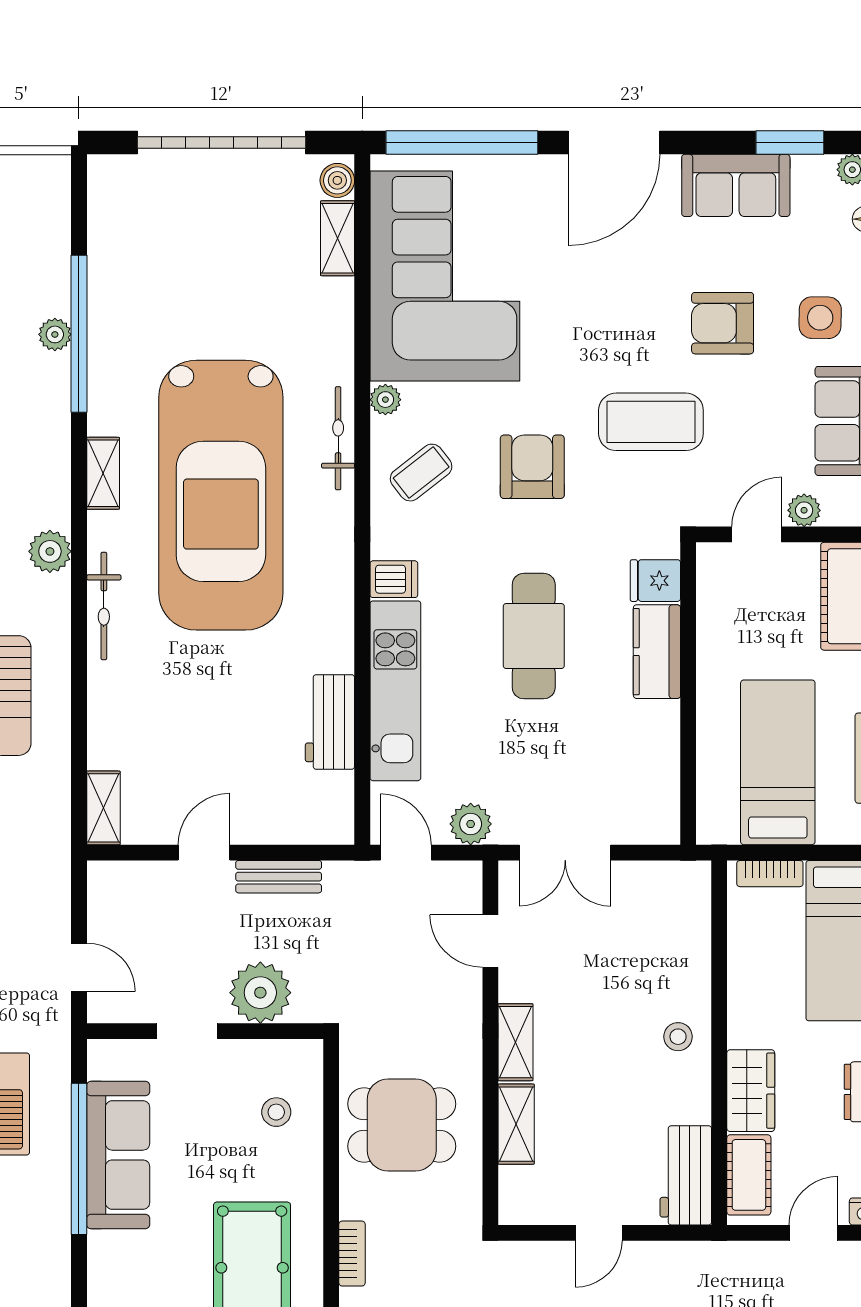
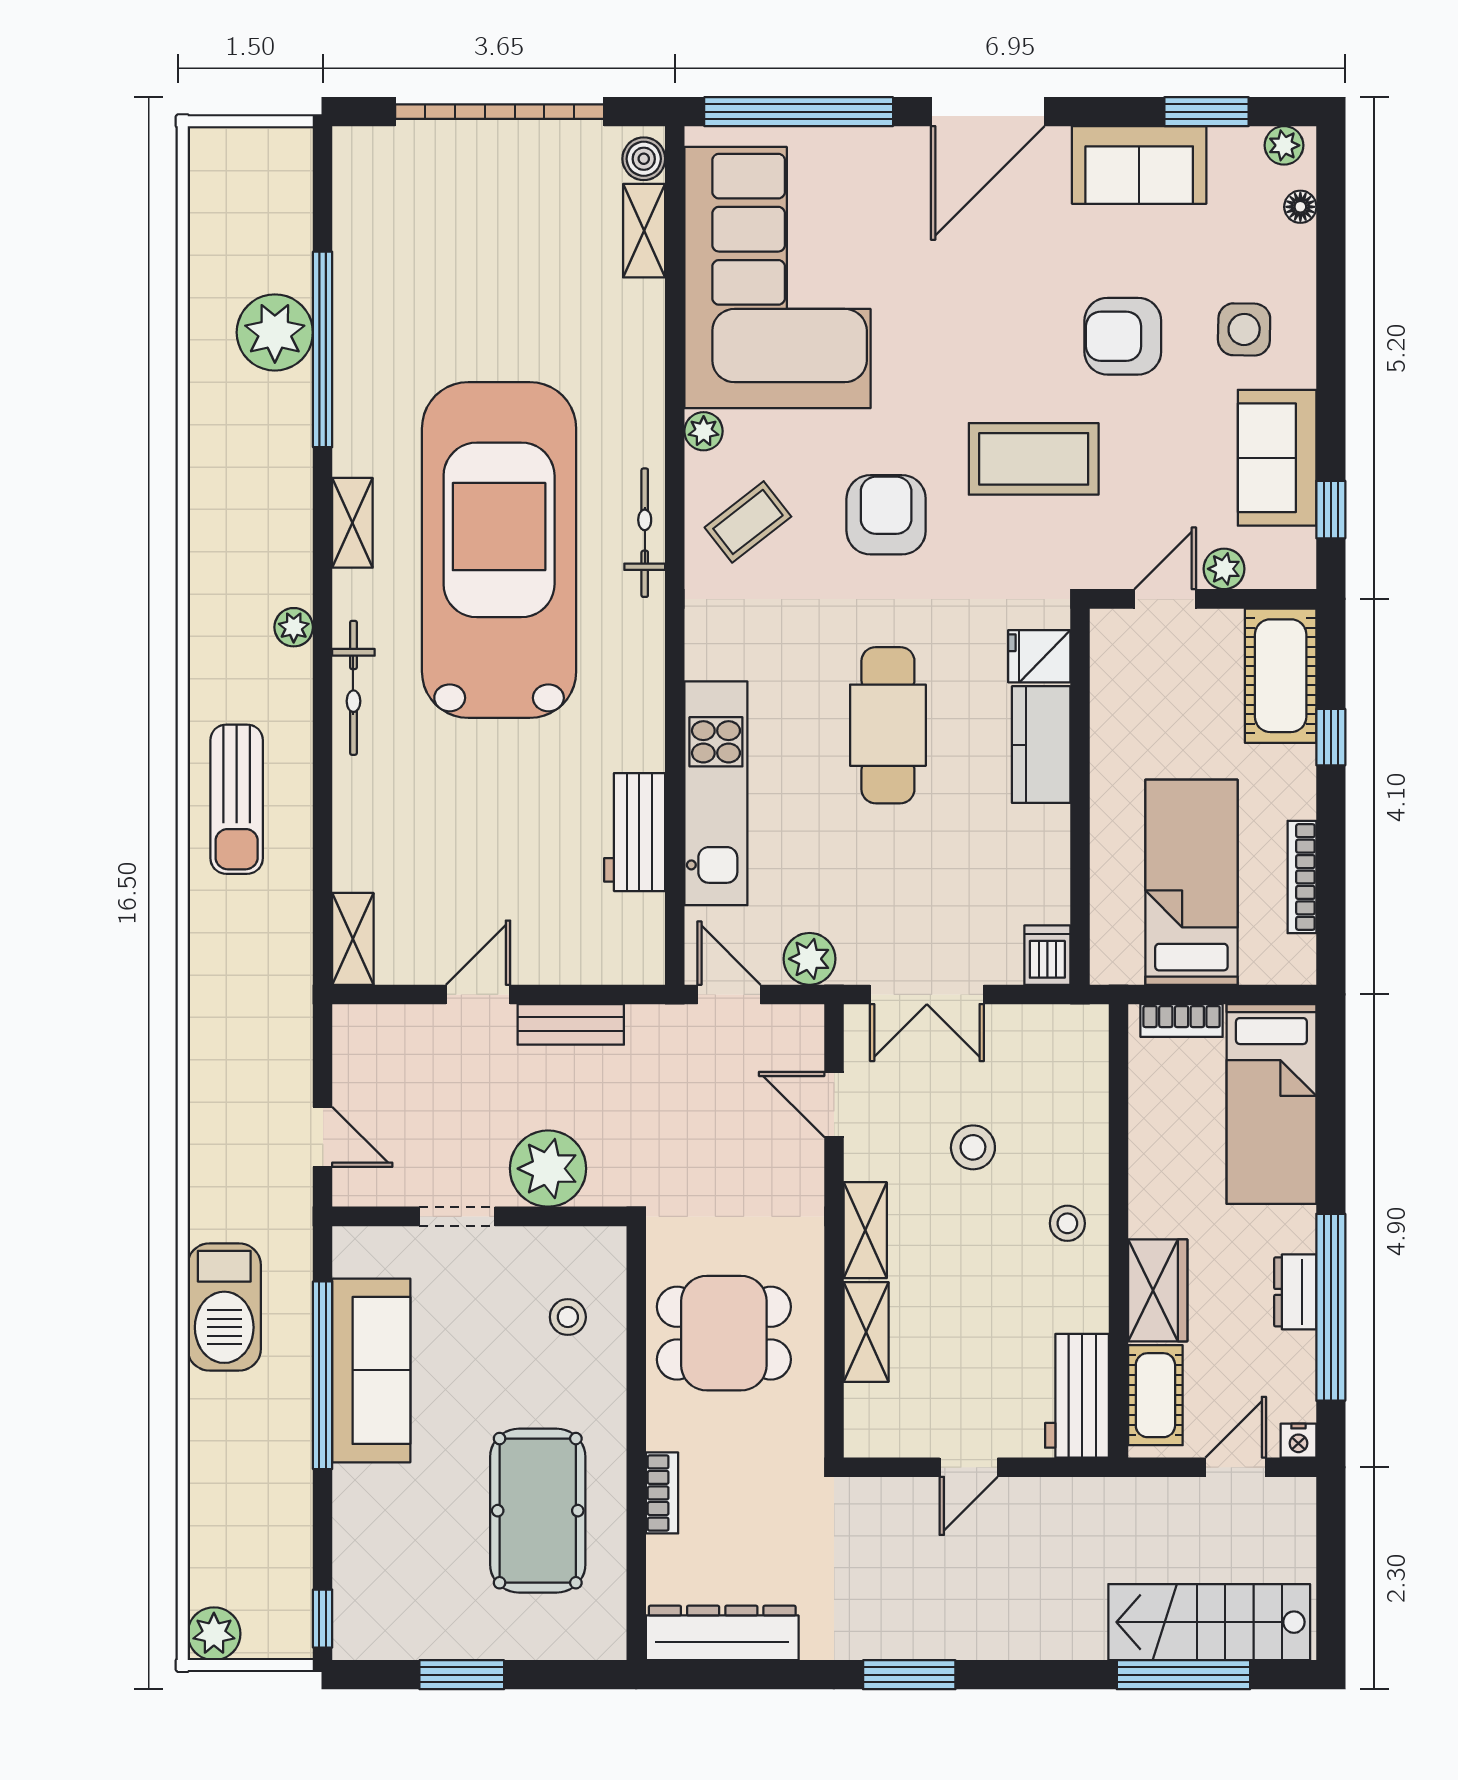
plant: (55, 334) -> (275, 332), width x1.88, depth x1.88
bicycle: (338, 438) -> (645, 533), moved
car: (221, 495) -> (499, 550), turned 180
plant: (50, 551) -> (294, 627), width x0.73, depth x0.73
dishwasher: (394, 579) -> (1047, 955), moved, turned -90
stool: (602, 976) -> (973, 1147), added

